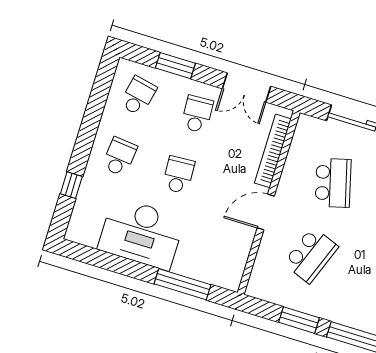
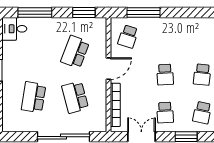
desk: (141, 233) -> (176, 34), removed
school desk: (219, 254) -> (128, 37), added
window: (299, 320) -> (84, 13), moved

